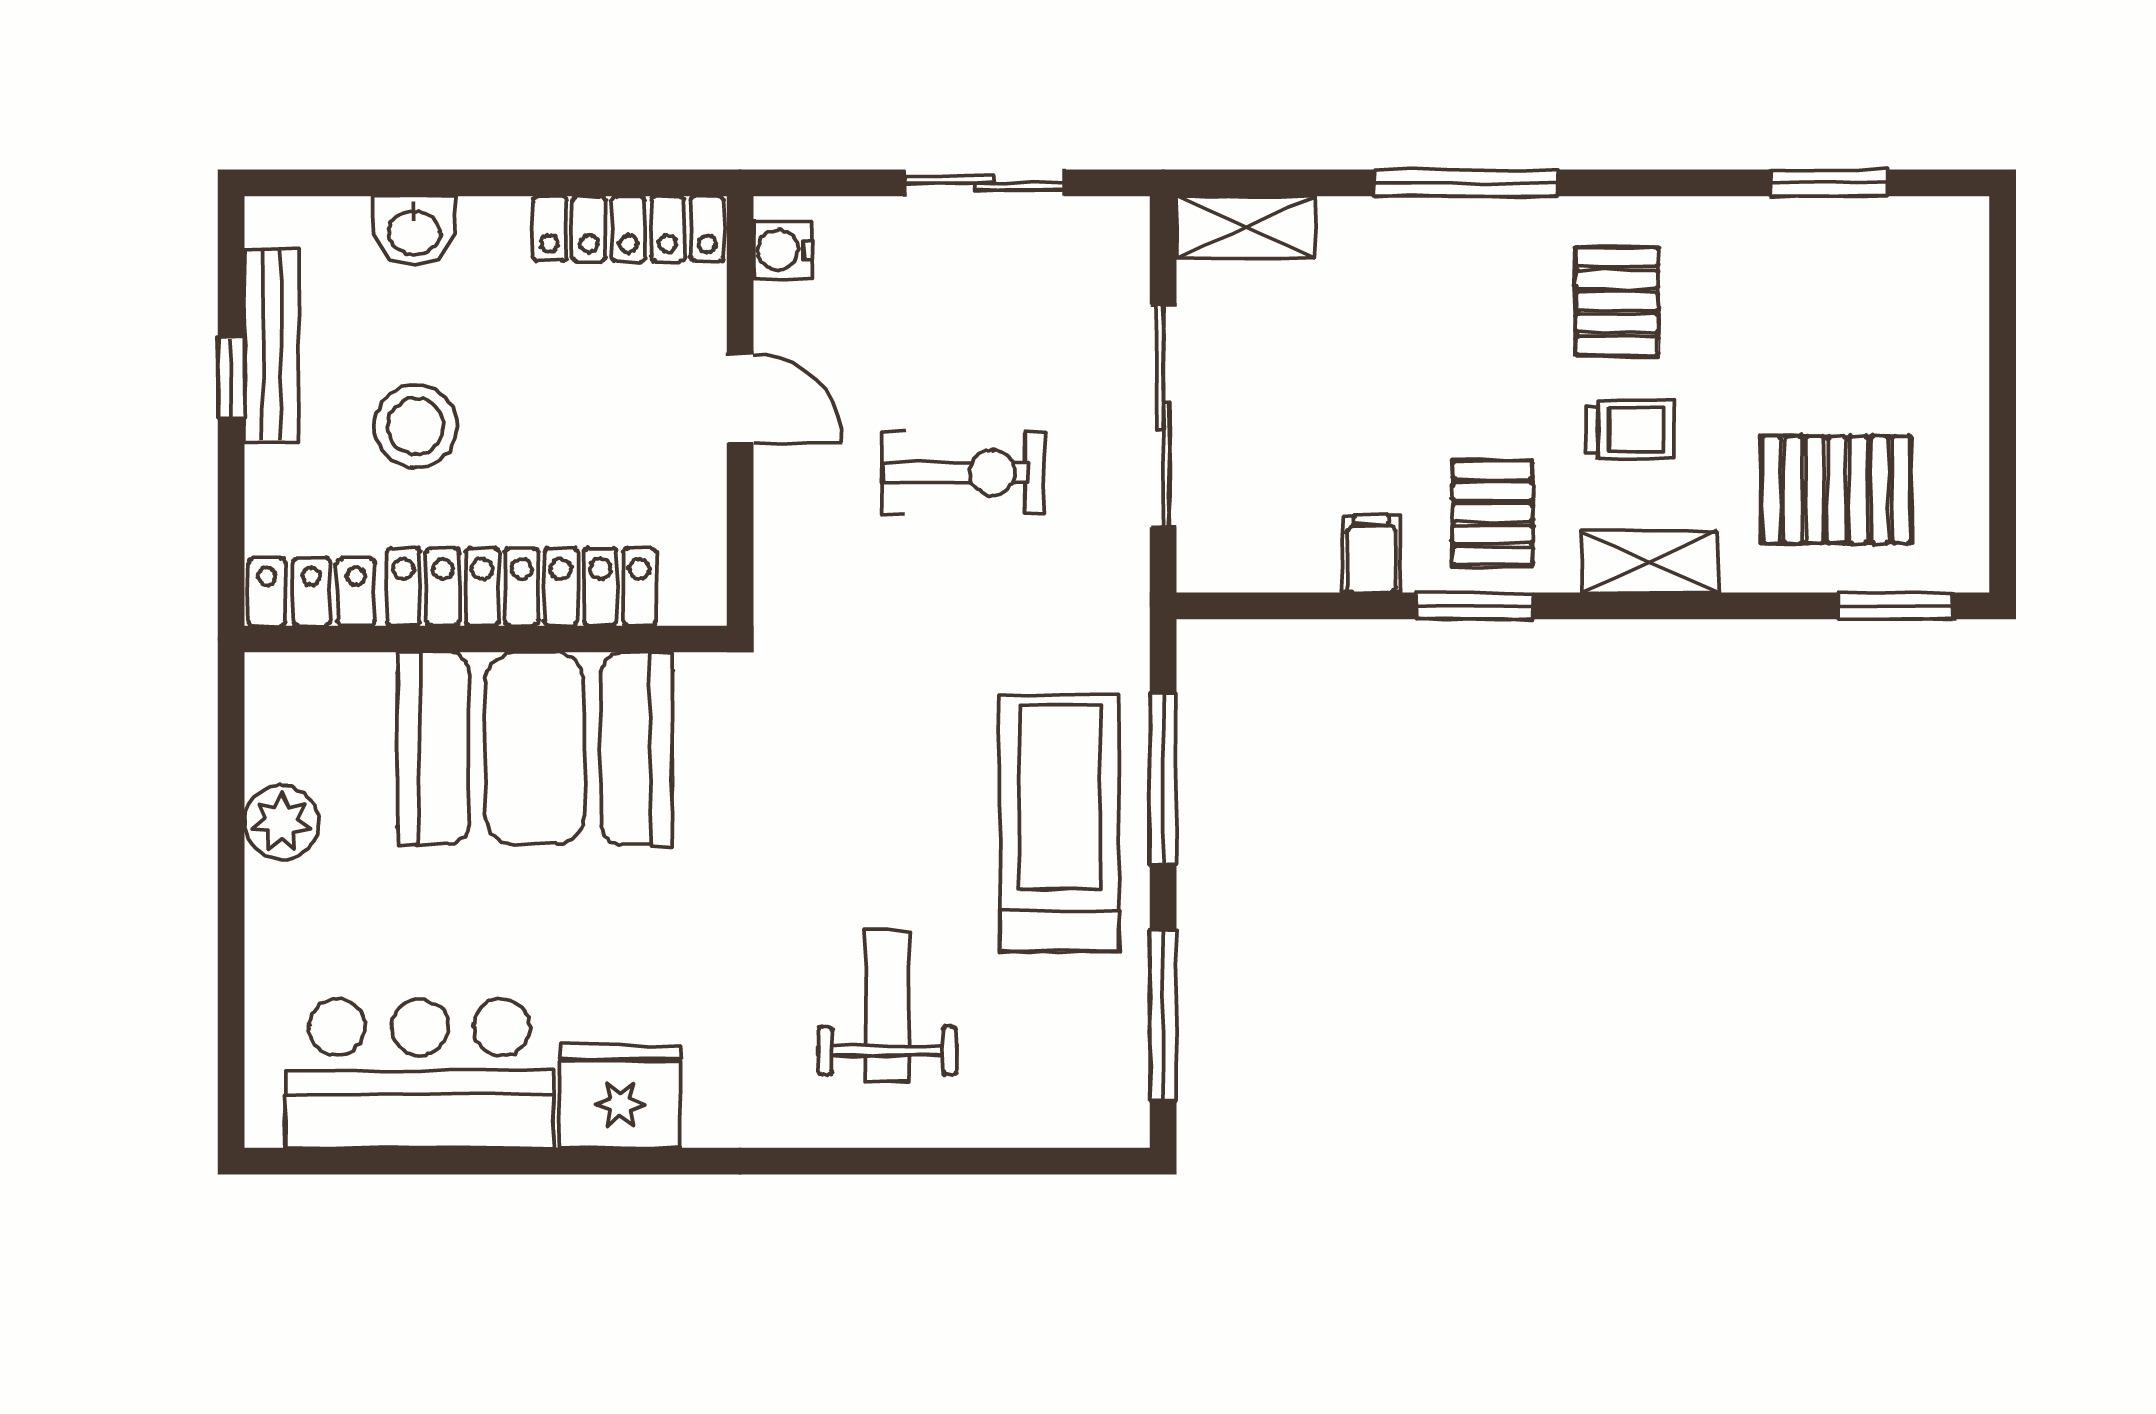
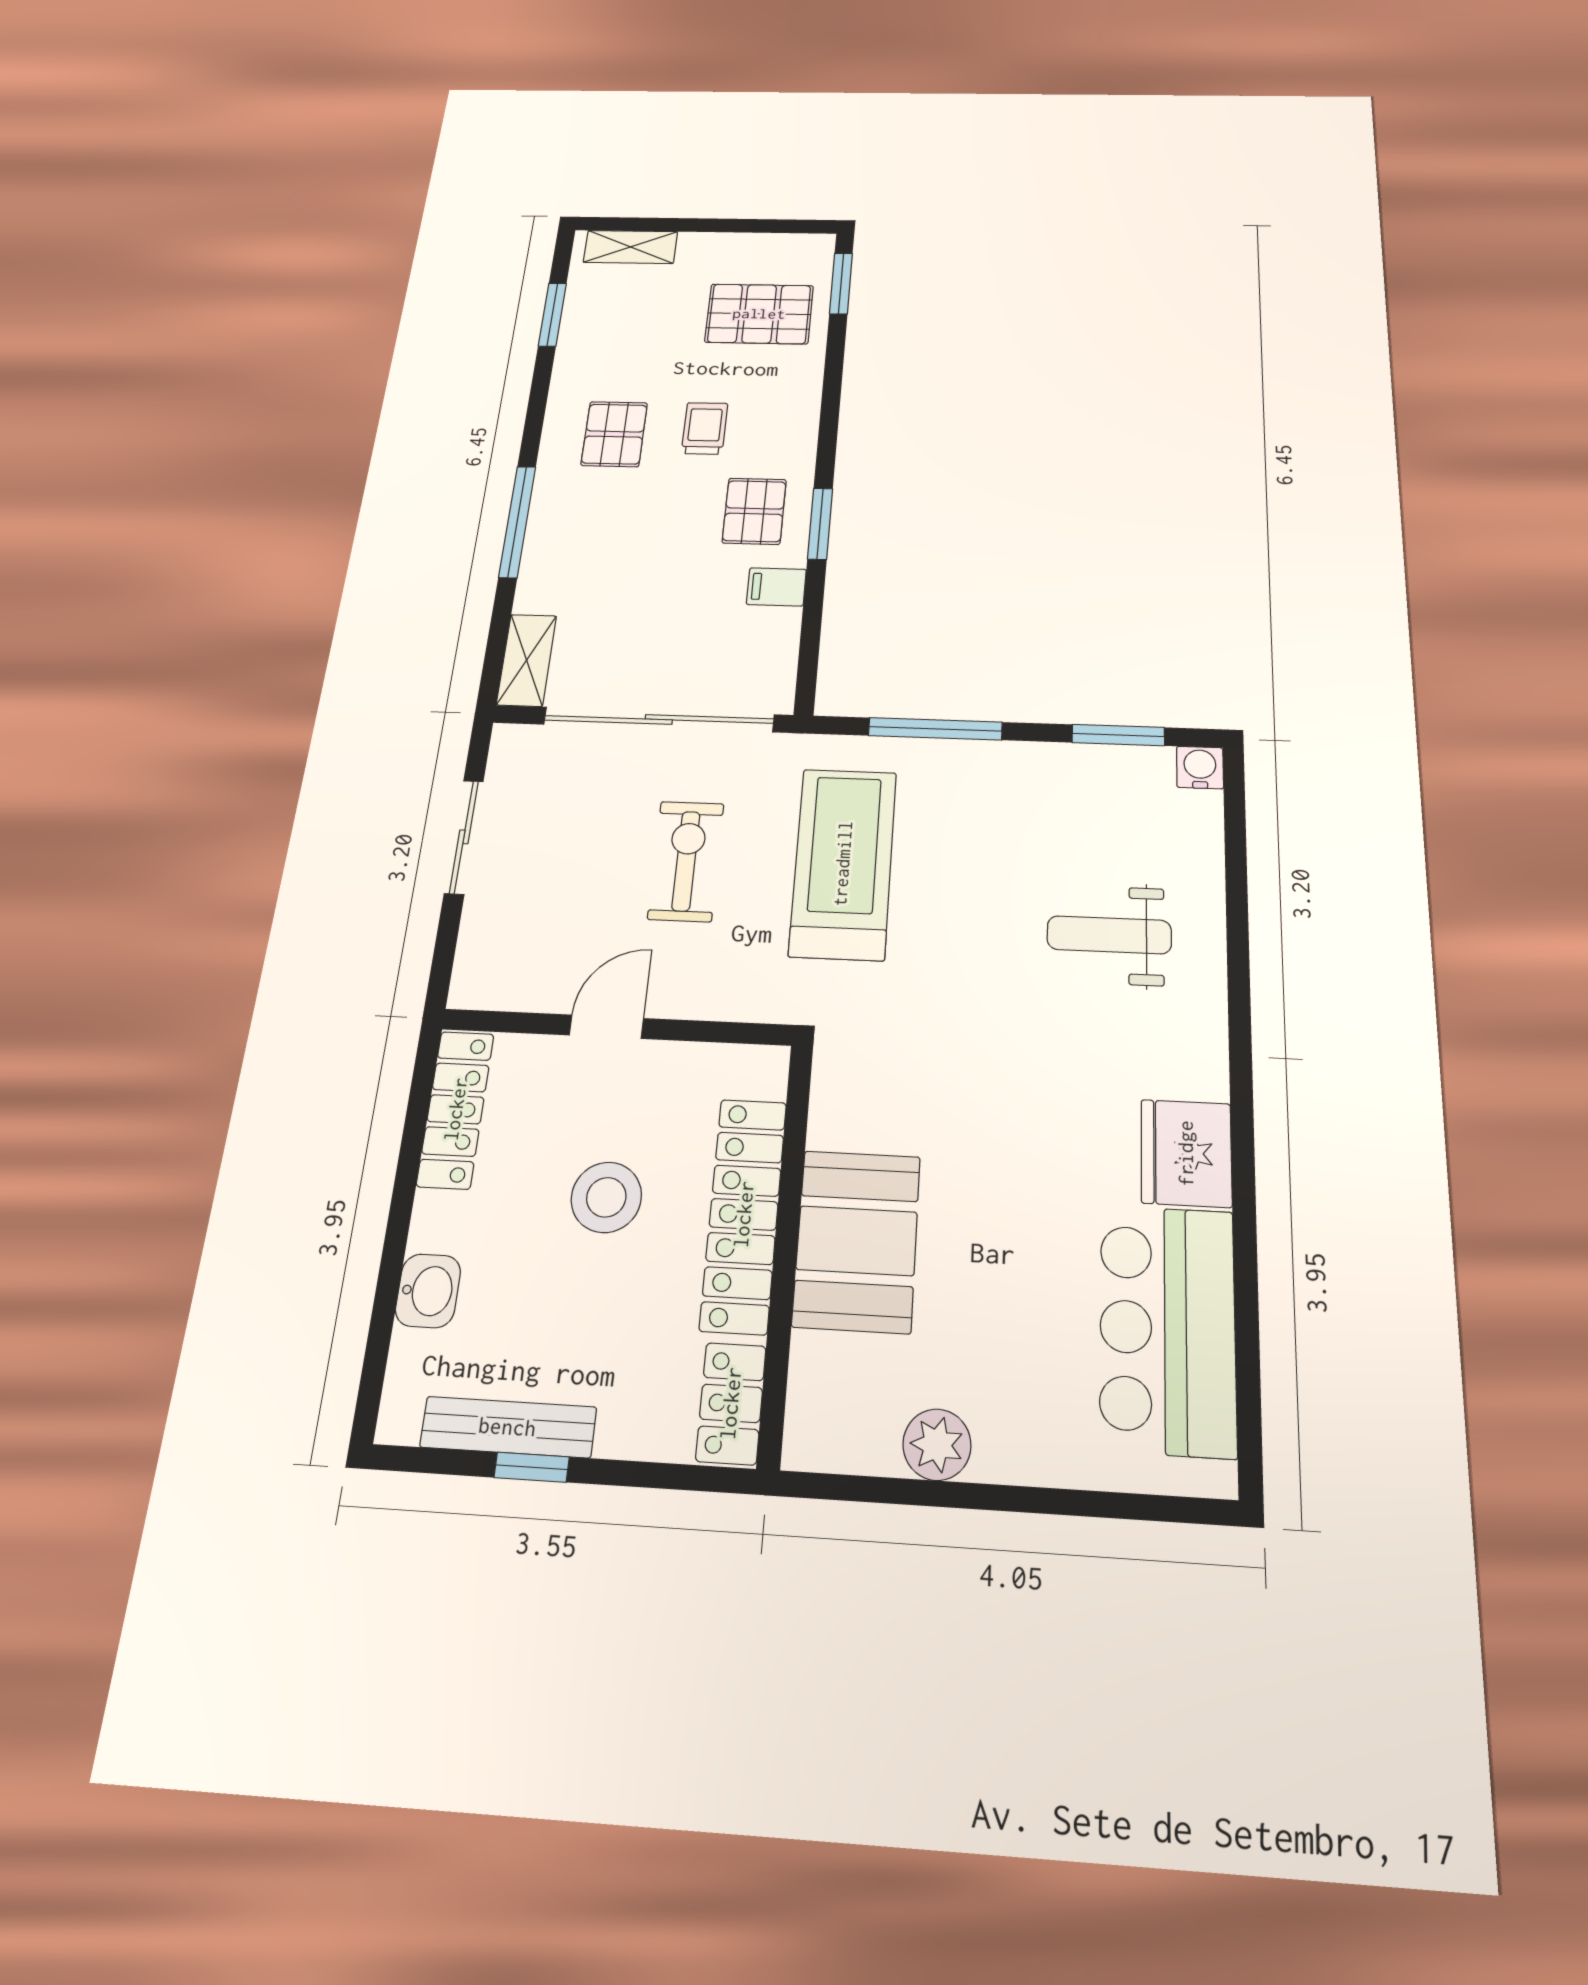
water cooler: (783, 250) -> (1200, 767), moved, turned 180
pallet: (1617, 301) -> (614, 434), turned 90
sliding door: (1163, 416) -> (659, 719), width x1.36
stool: (415, 426) -> (606, 1197), moved
pallet: (1836, 490) -> (759, 314), turned 90
pallet: (1493, 513) -> (754, 511), turned 90
shelving: (1650, 562) -> (630, 247), moved, turned 90
booth: (535, 749) -> (857, 1241), width x0.73, depth x0.70
treadmill: (1059, 823) -> (843, 863), moved, turned 90
window: (1163, 1015) -> (1118, 735), width x0.69

